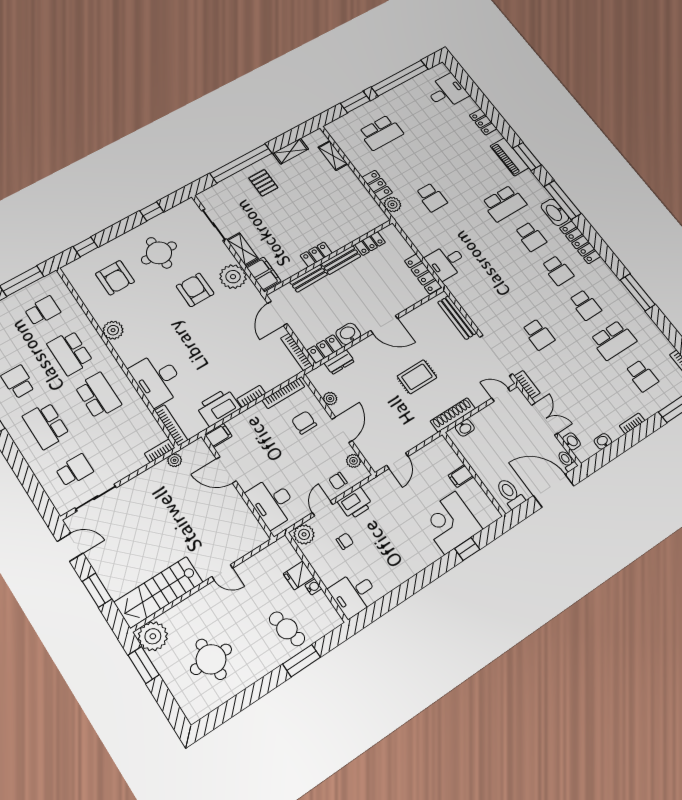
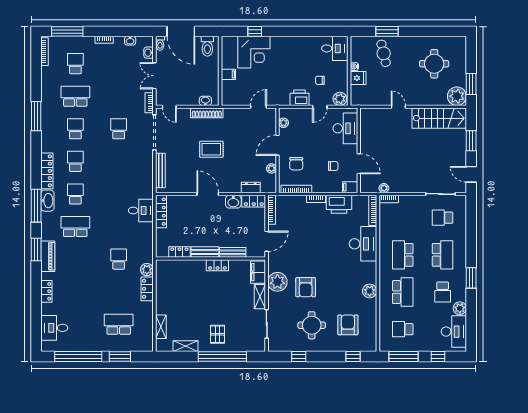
chair: (338, 481) -> (333, 166), moved

